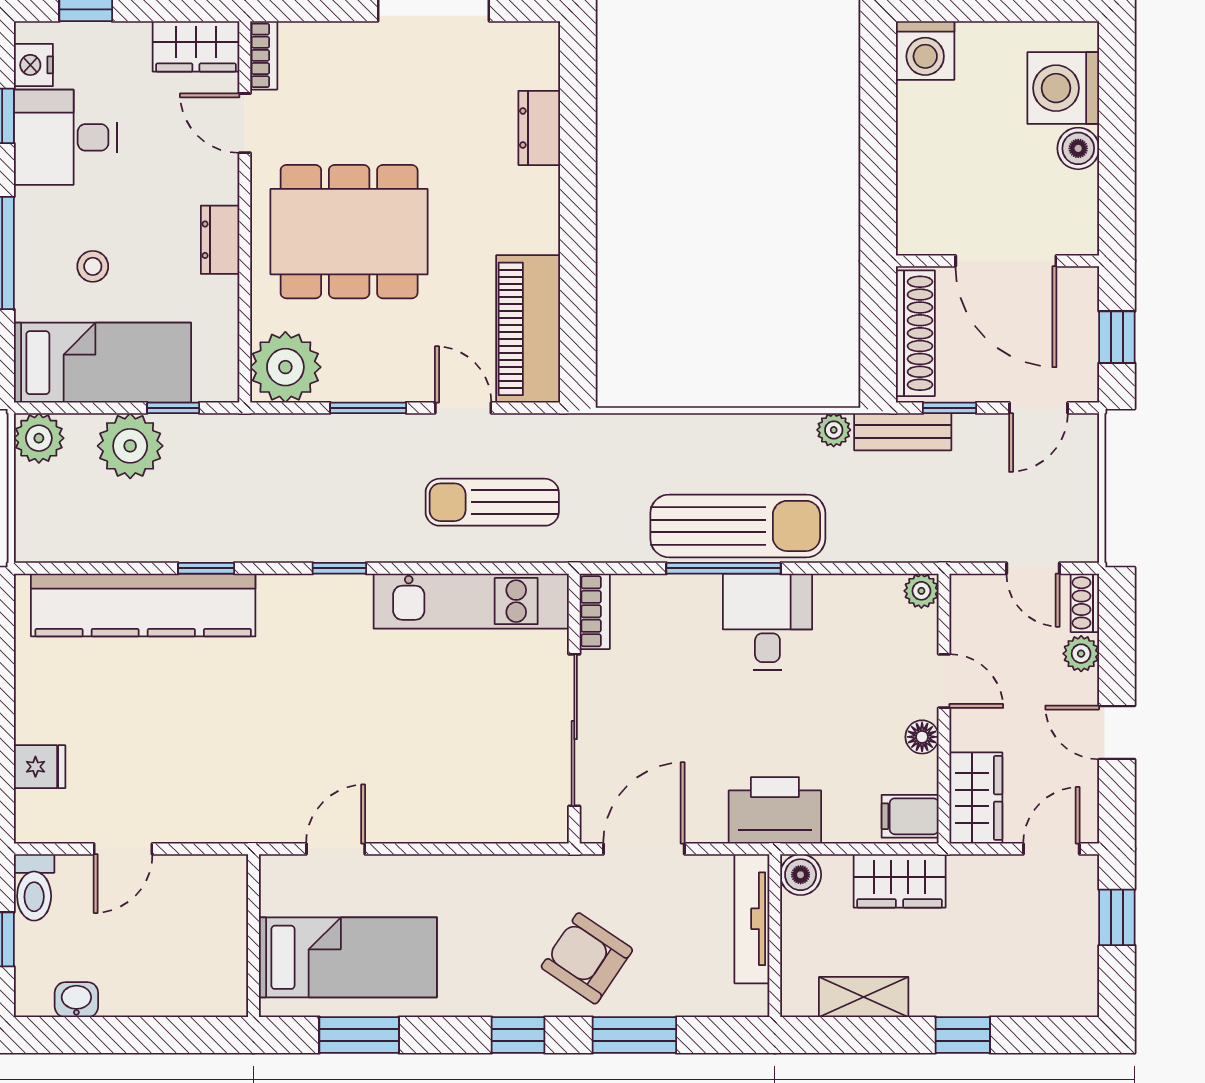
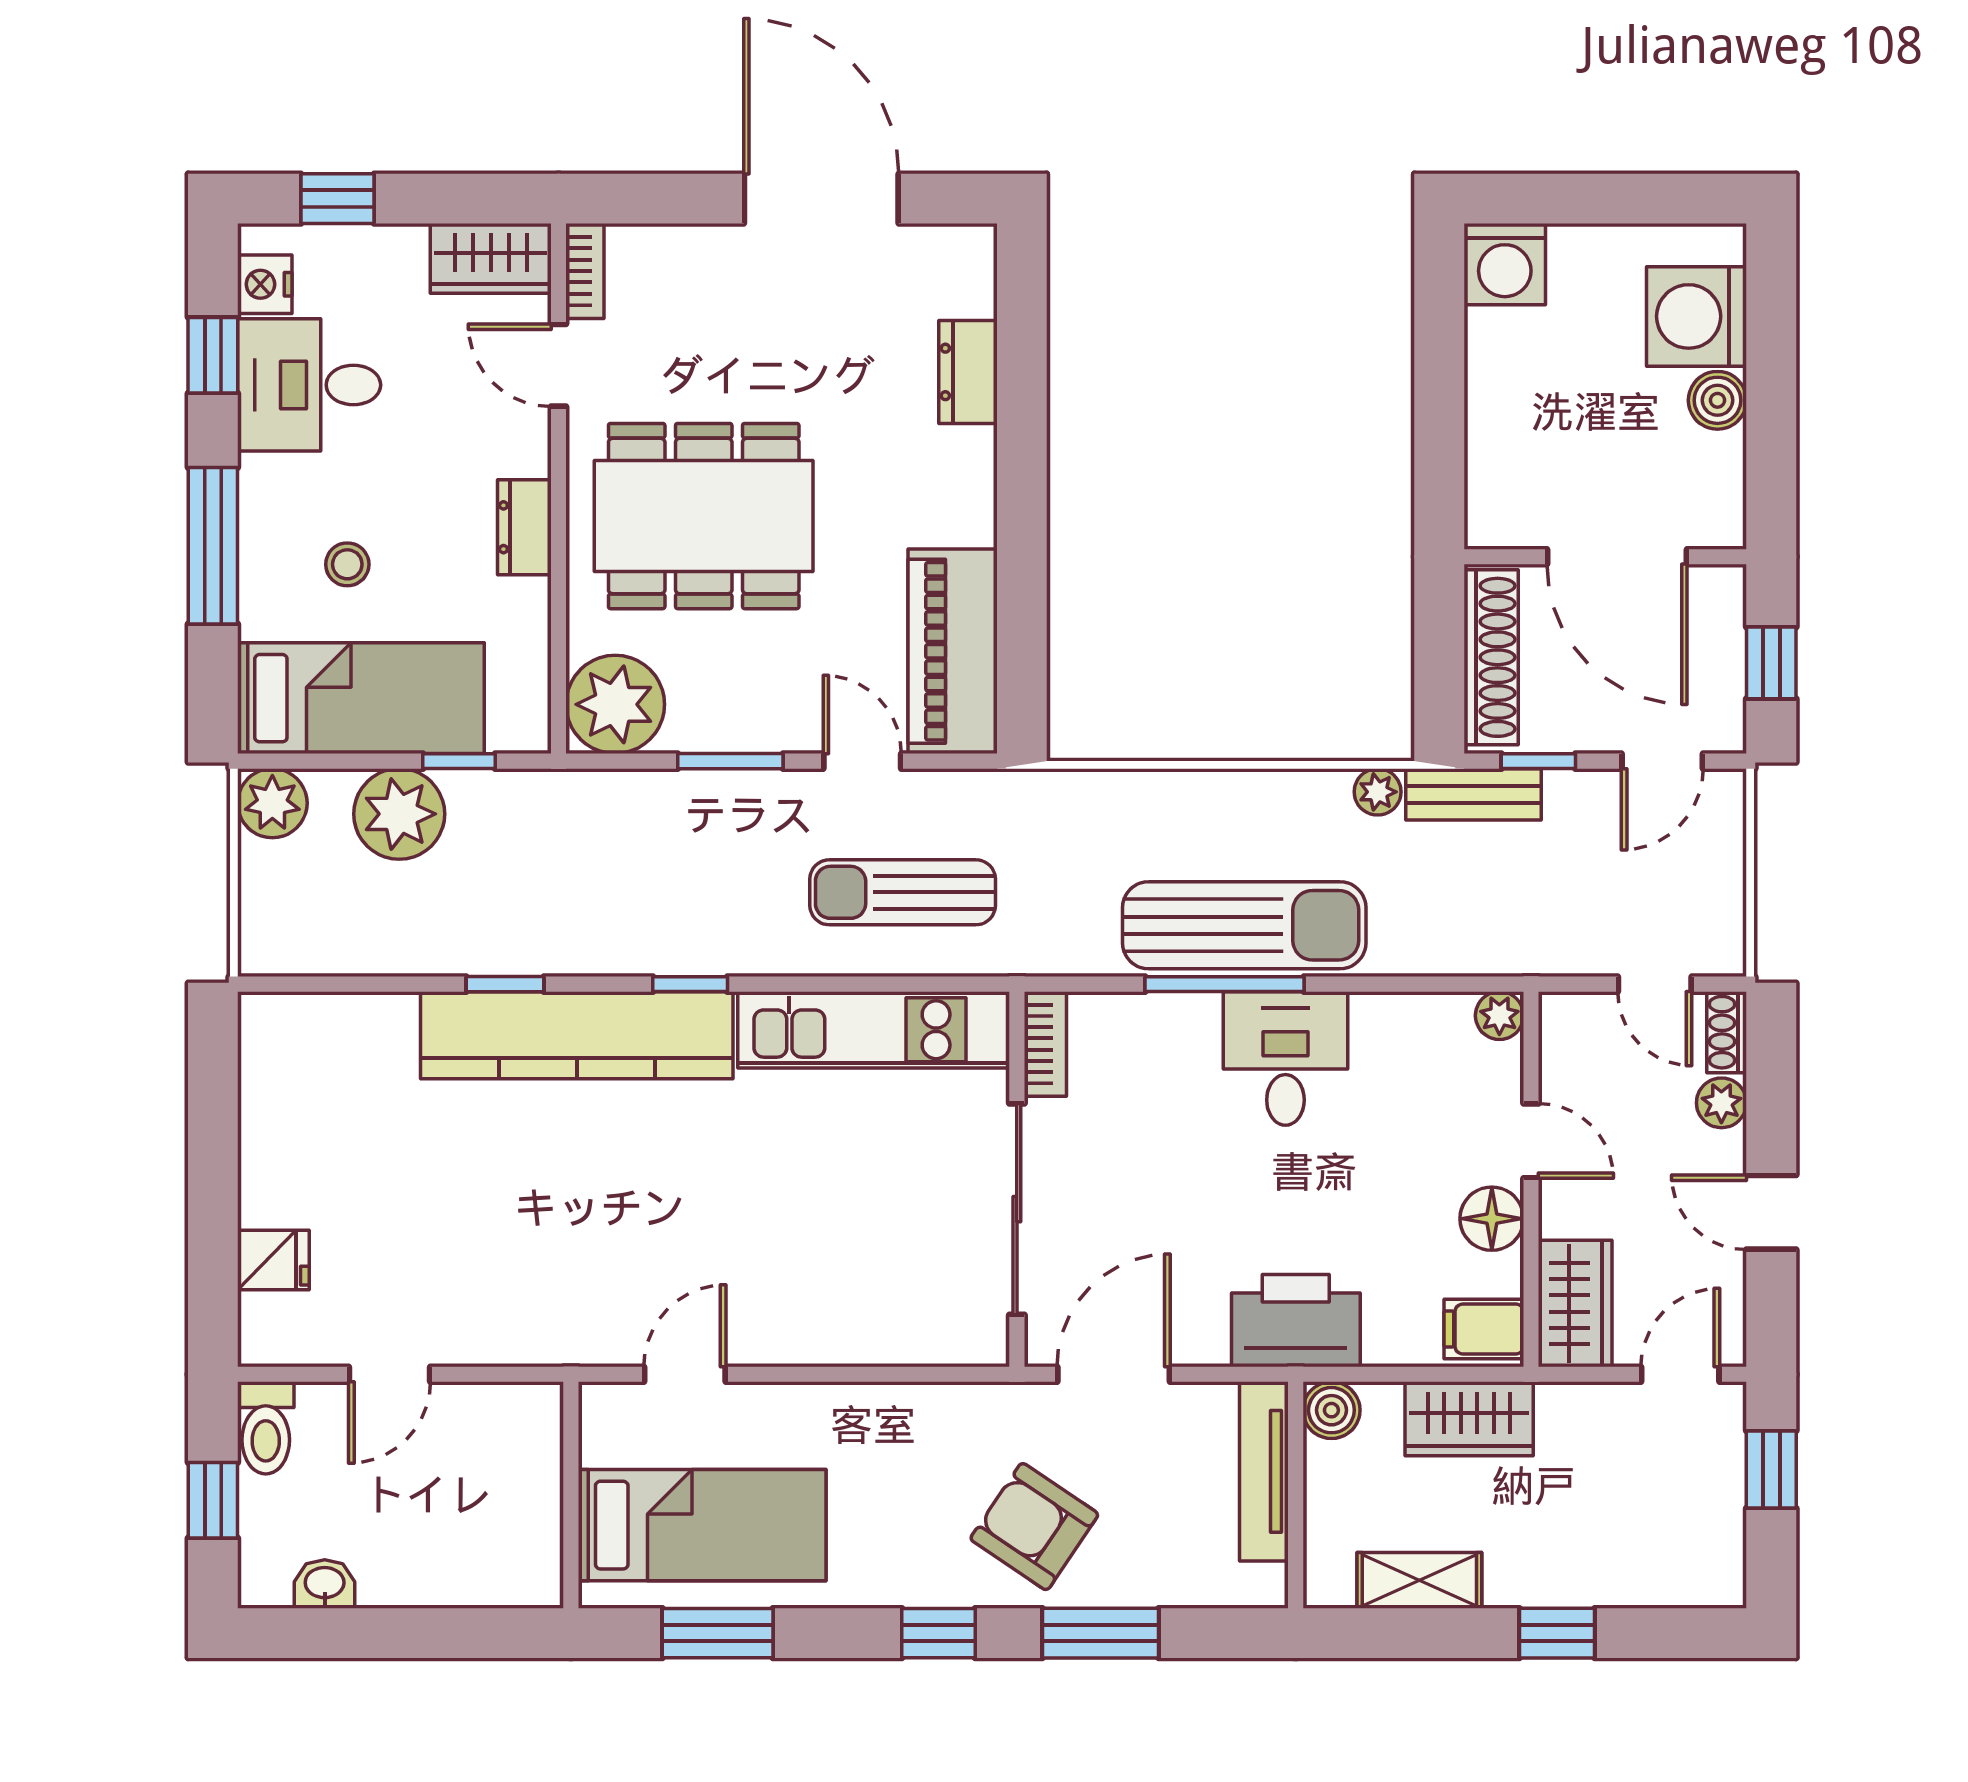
kitchen counter: (143, 605) -> (577, 1035), moved
floor lamp: (922, 737) -> (1492, 1219), width x1.37, depth x1.37

